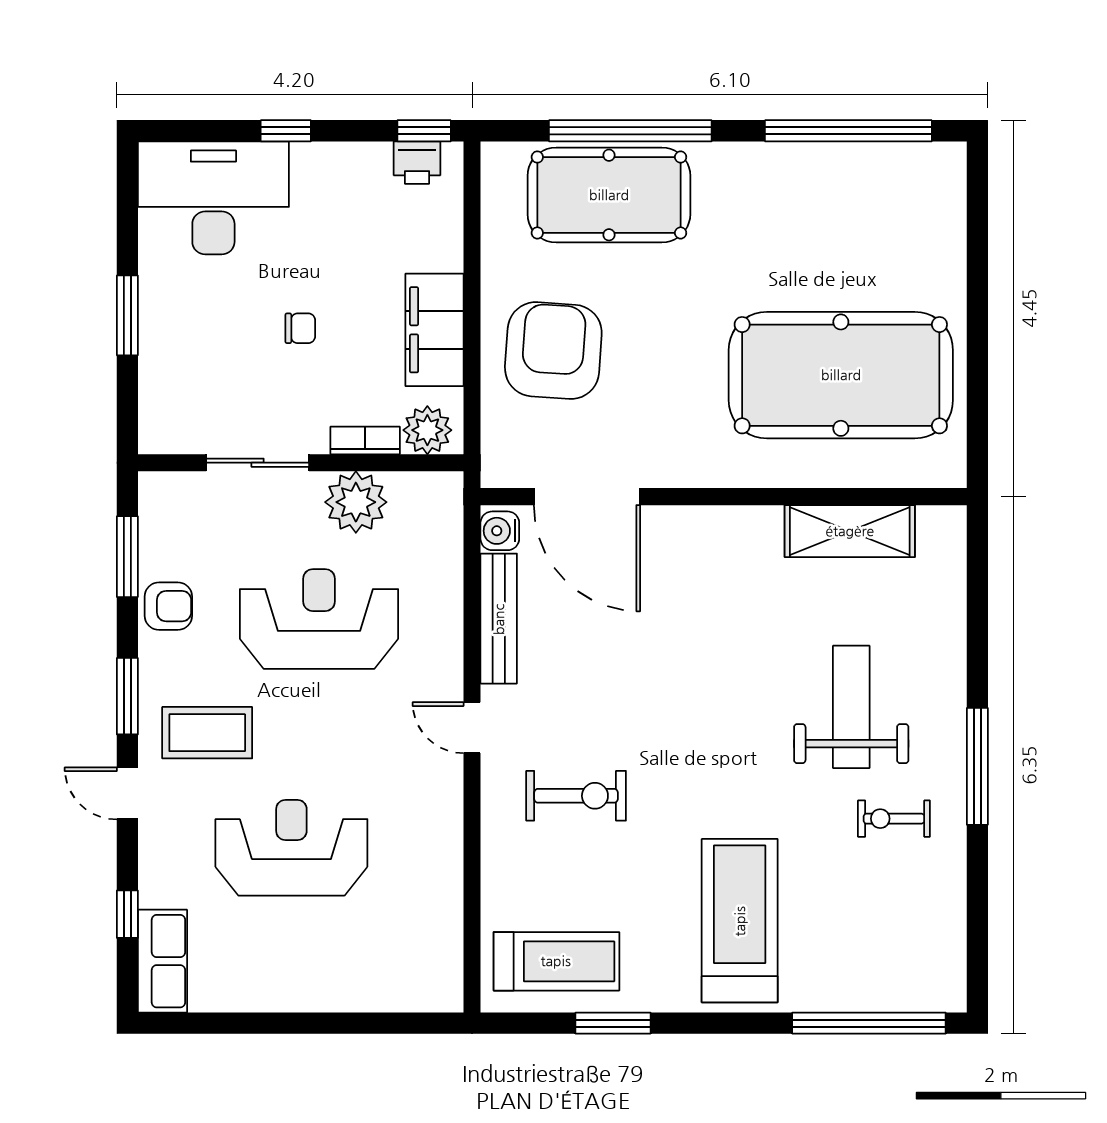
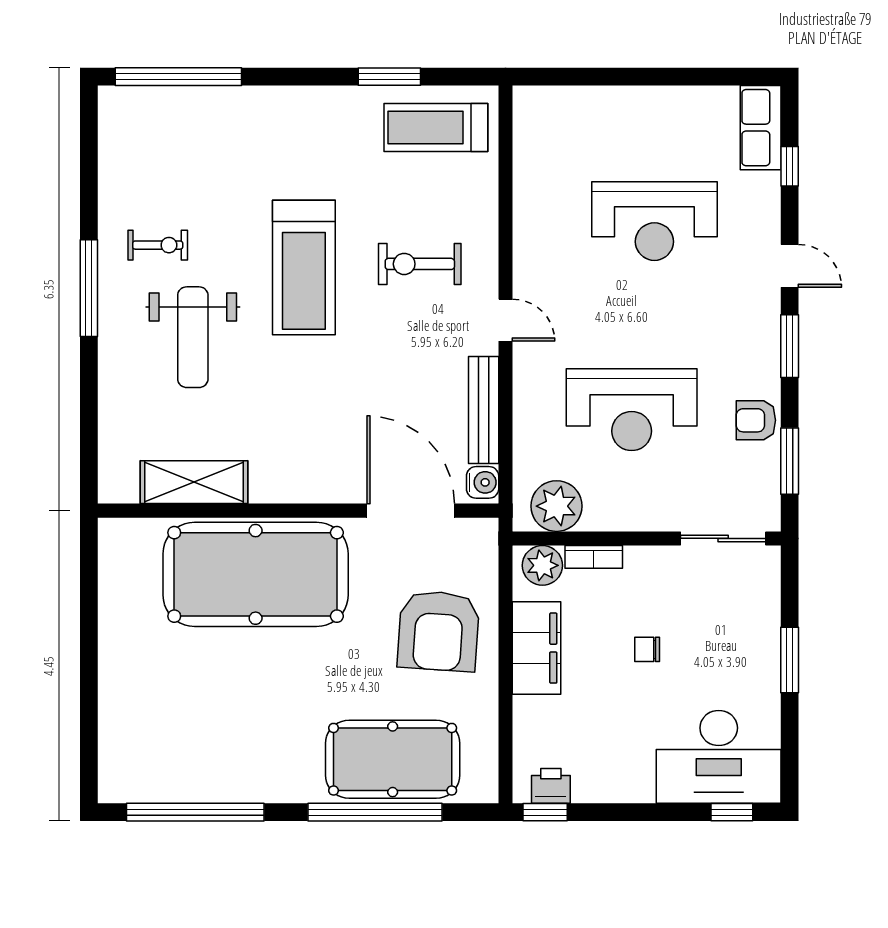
window: (286, 131) -> (732, 812), moved
pool table: (841, 375) -> (256, 574), moved
sliding door: (258, 463) -> (723, 538), moved
plant: (356, 502) -> (557, 506), moved
coffee table: (207, 733) -> (724, 316), removed
treadmill: (740, 921) -> (304, 267), moved

